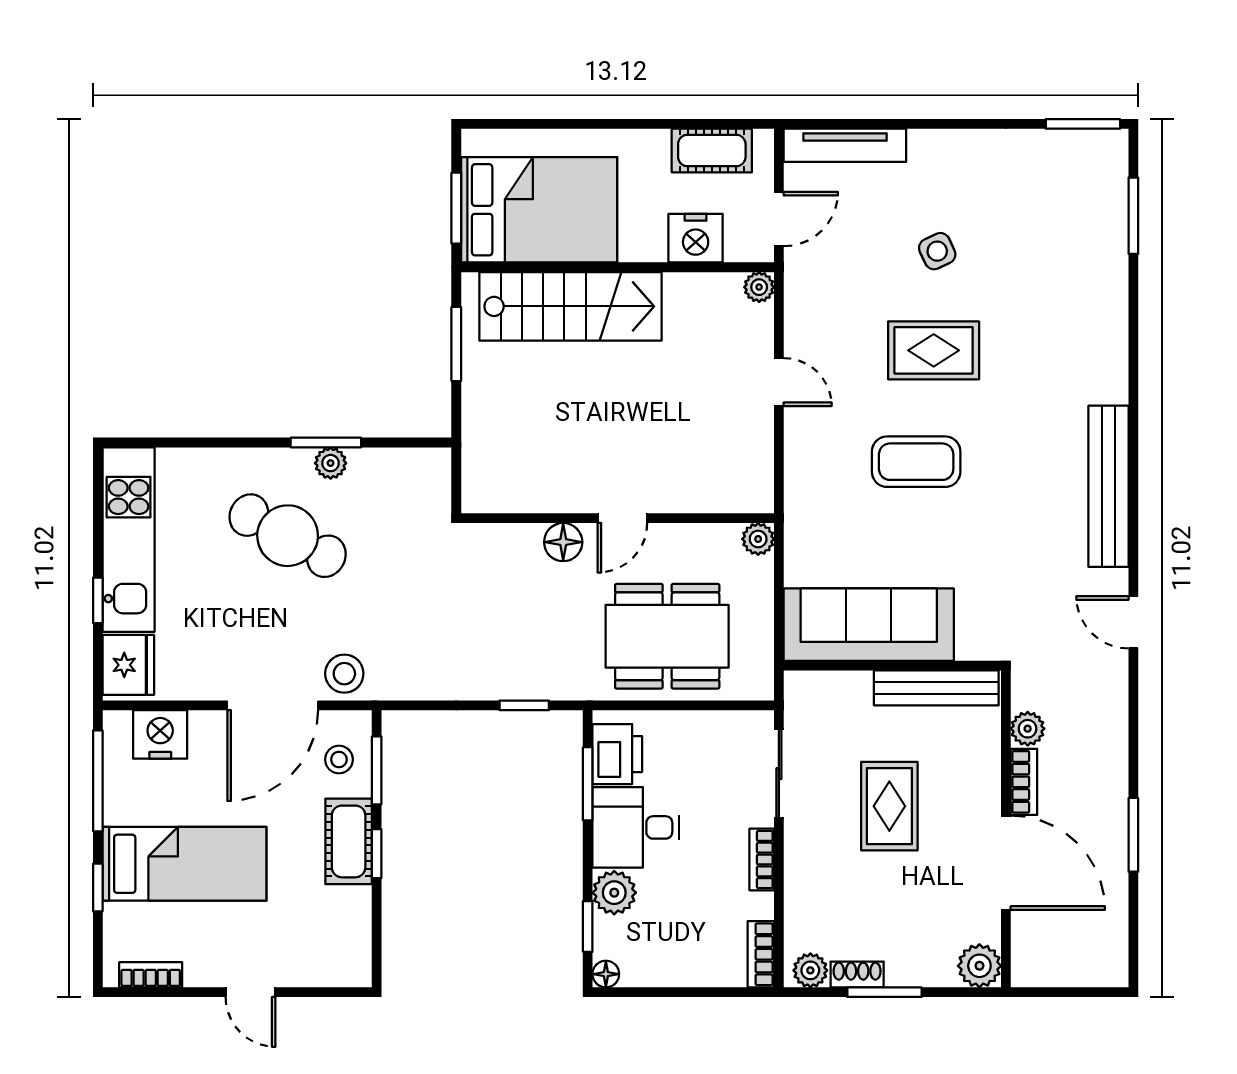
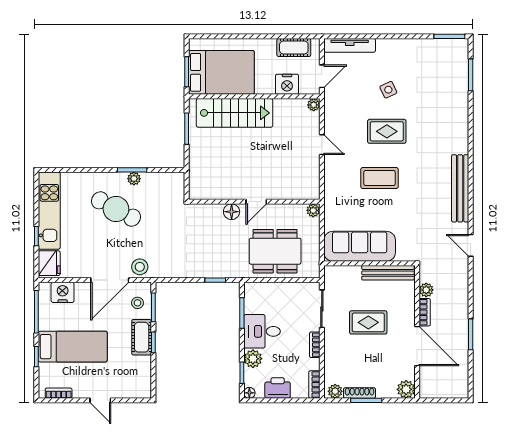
printer: (617, 754) -> (278, 388), moved, turned -90
rug: (889, 806) -> (368, 322), turned 90
shoe rack: (857, 974) -> (360, 393), width x1.43

